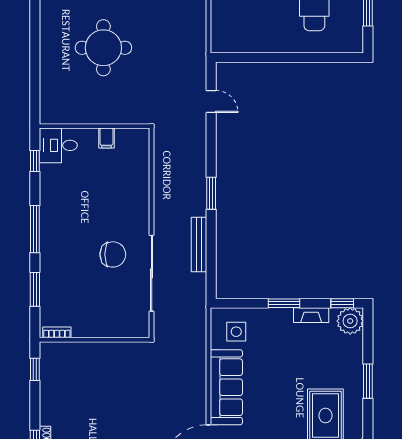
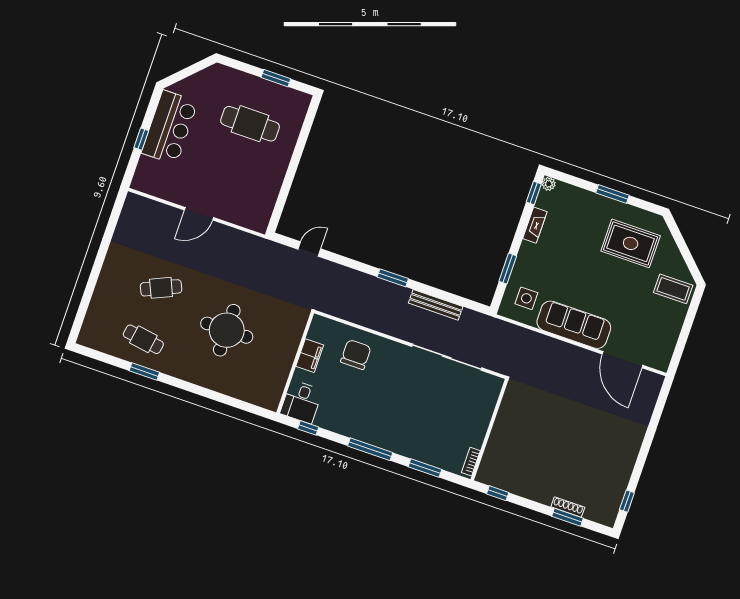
filing cabinet: (106, 138) -> (310, 356), width x2.00
chair: (113, 254) -> (356, 355), moved
window: (284, 303) -> (508, 269), moved
plant: (350, 321) -> (549, 184), width x0.53, depth x0.53

